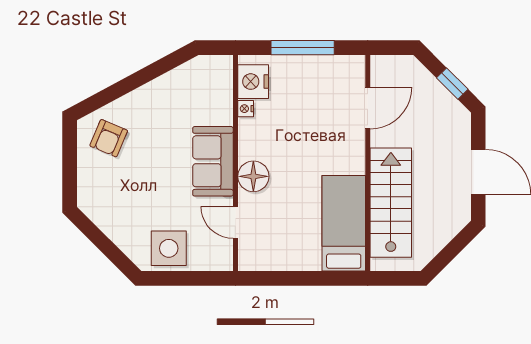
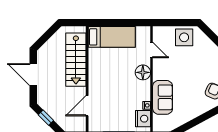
sofa: (213, 161) -> (163, 97), moved
bed: (344, 223) -> (112, 37), moved, turned -90

